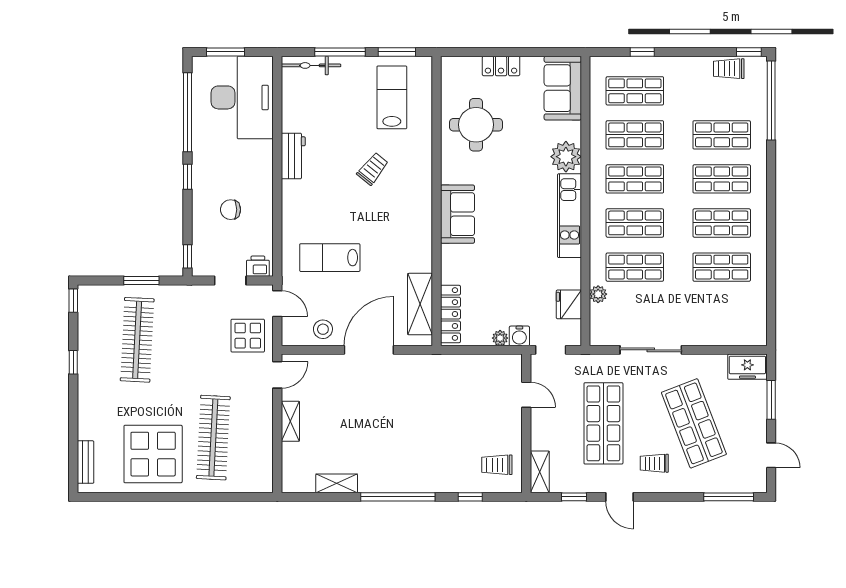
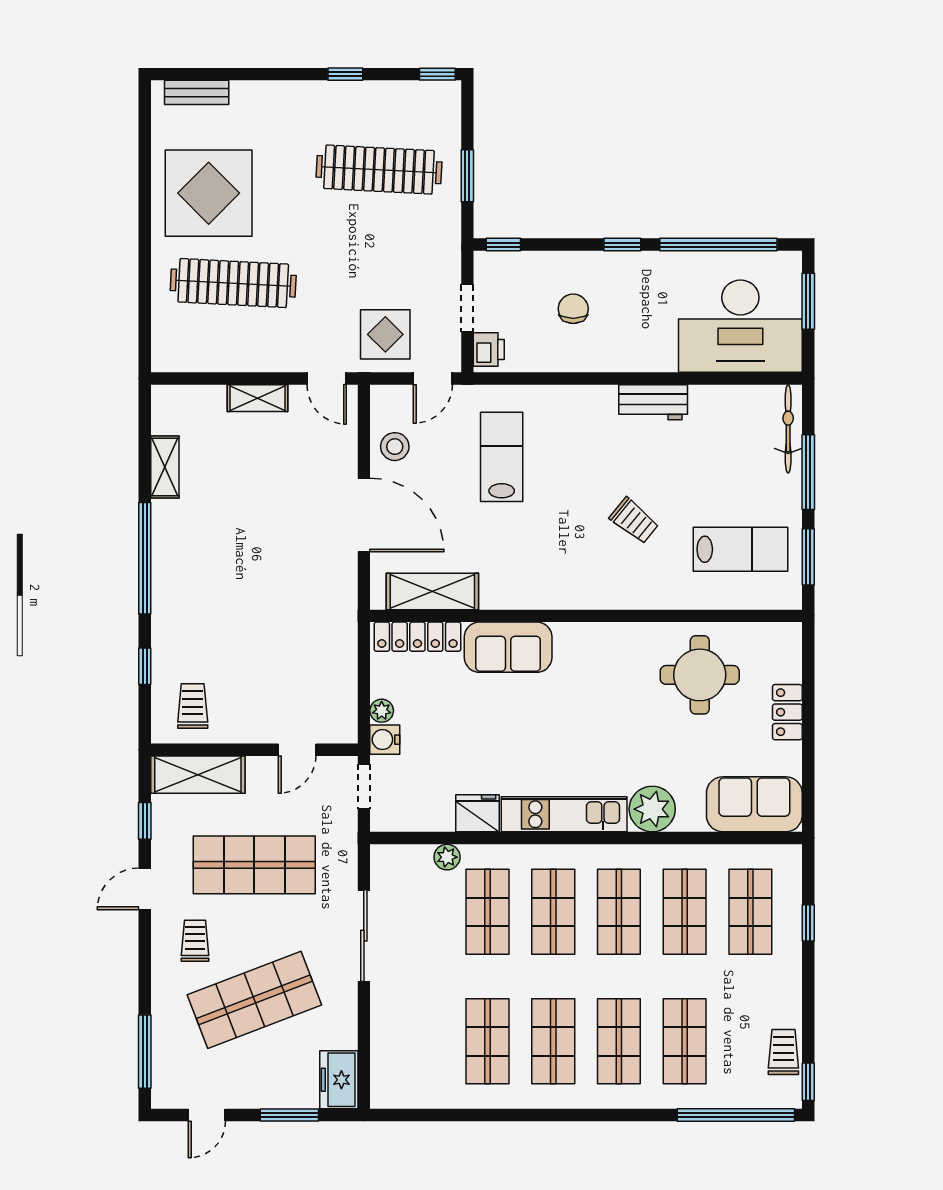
sofa: (457, 214) -> (508, 647), moved
fridge: (569, 304) -> (477, 813), moved
shelving: (540, 472) -> (198, 775), width x1.50, depth x1.33

